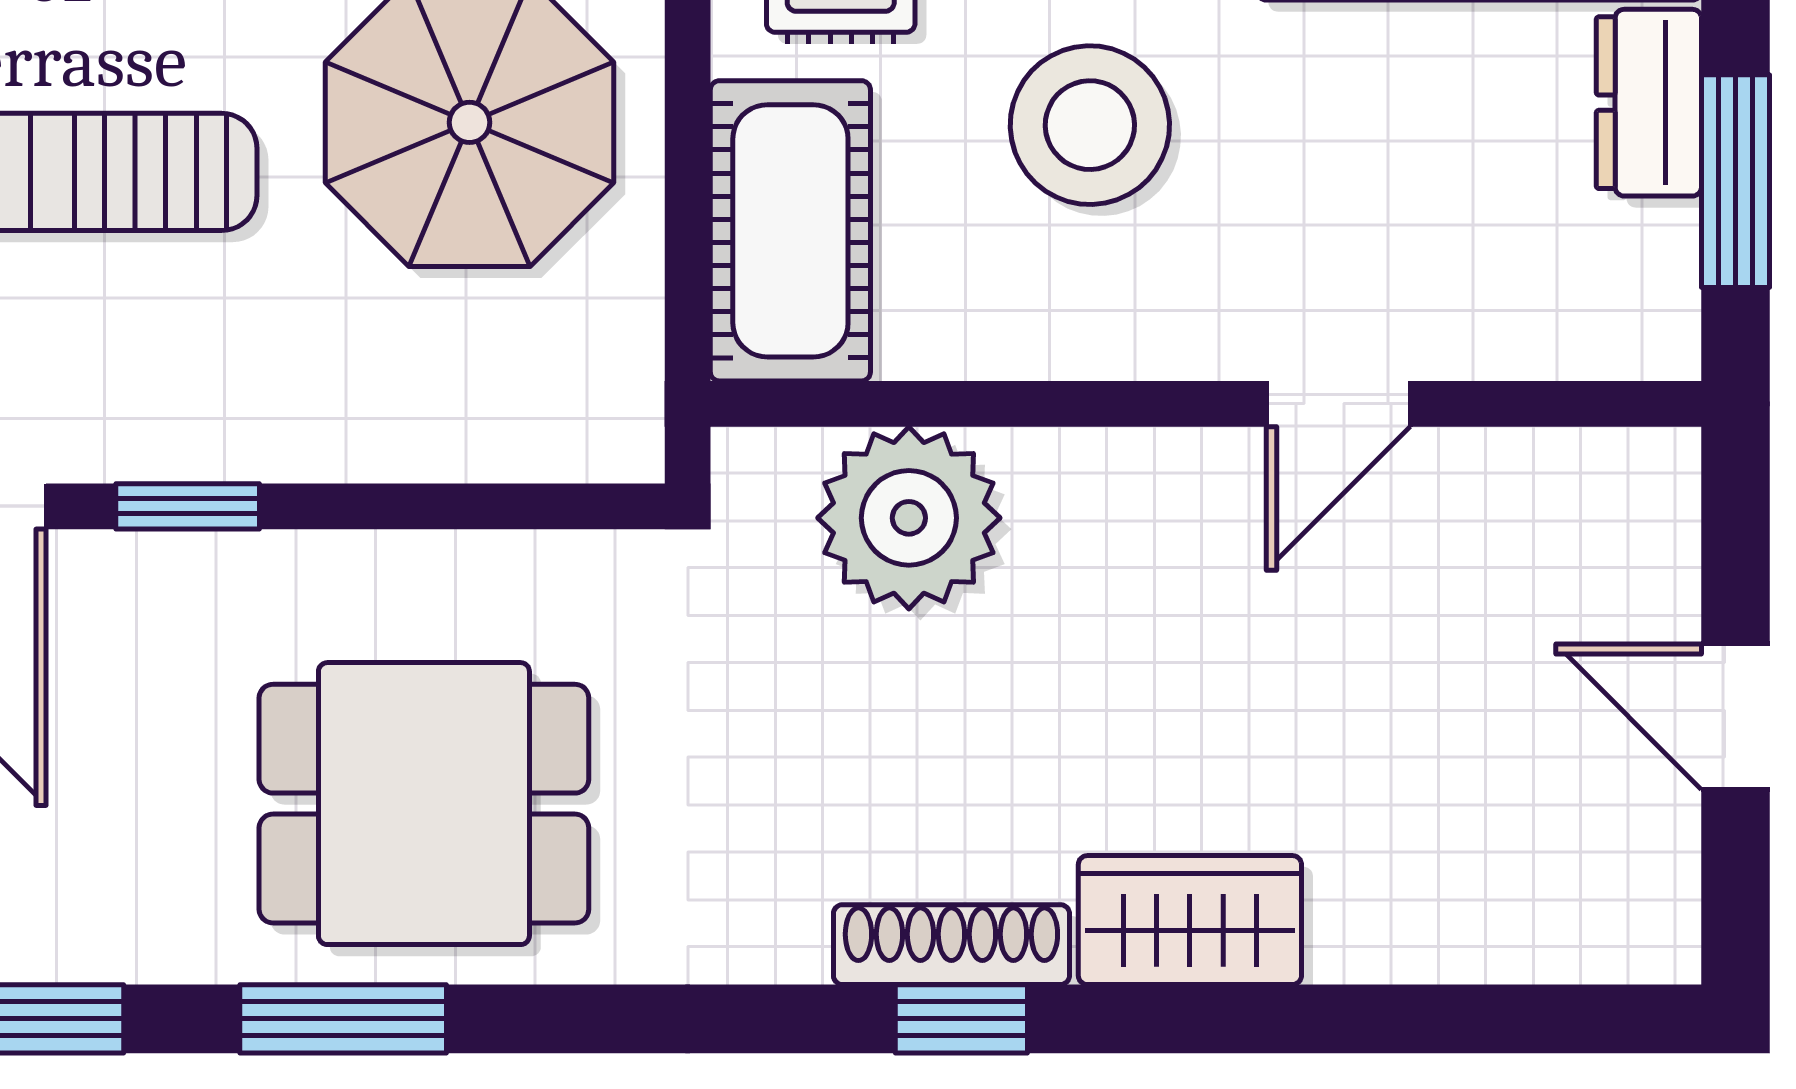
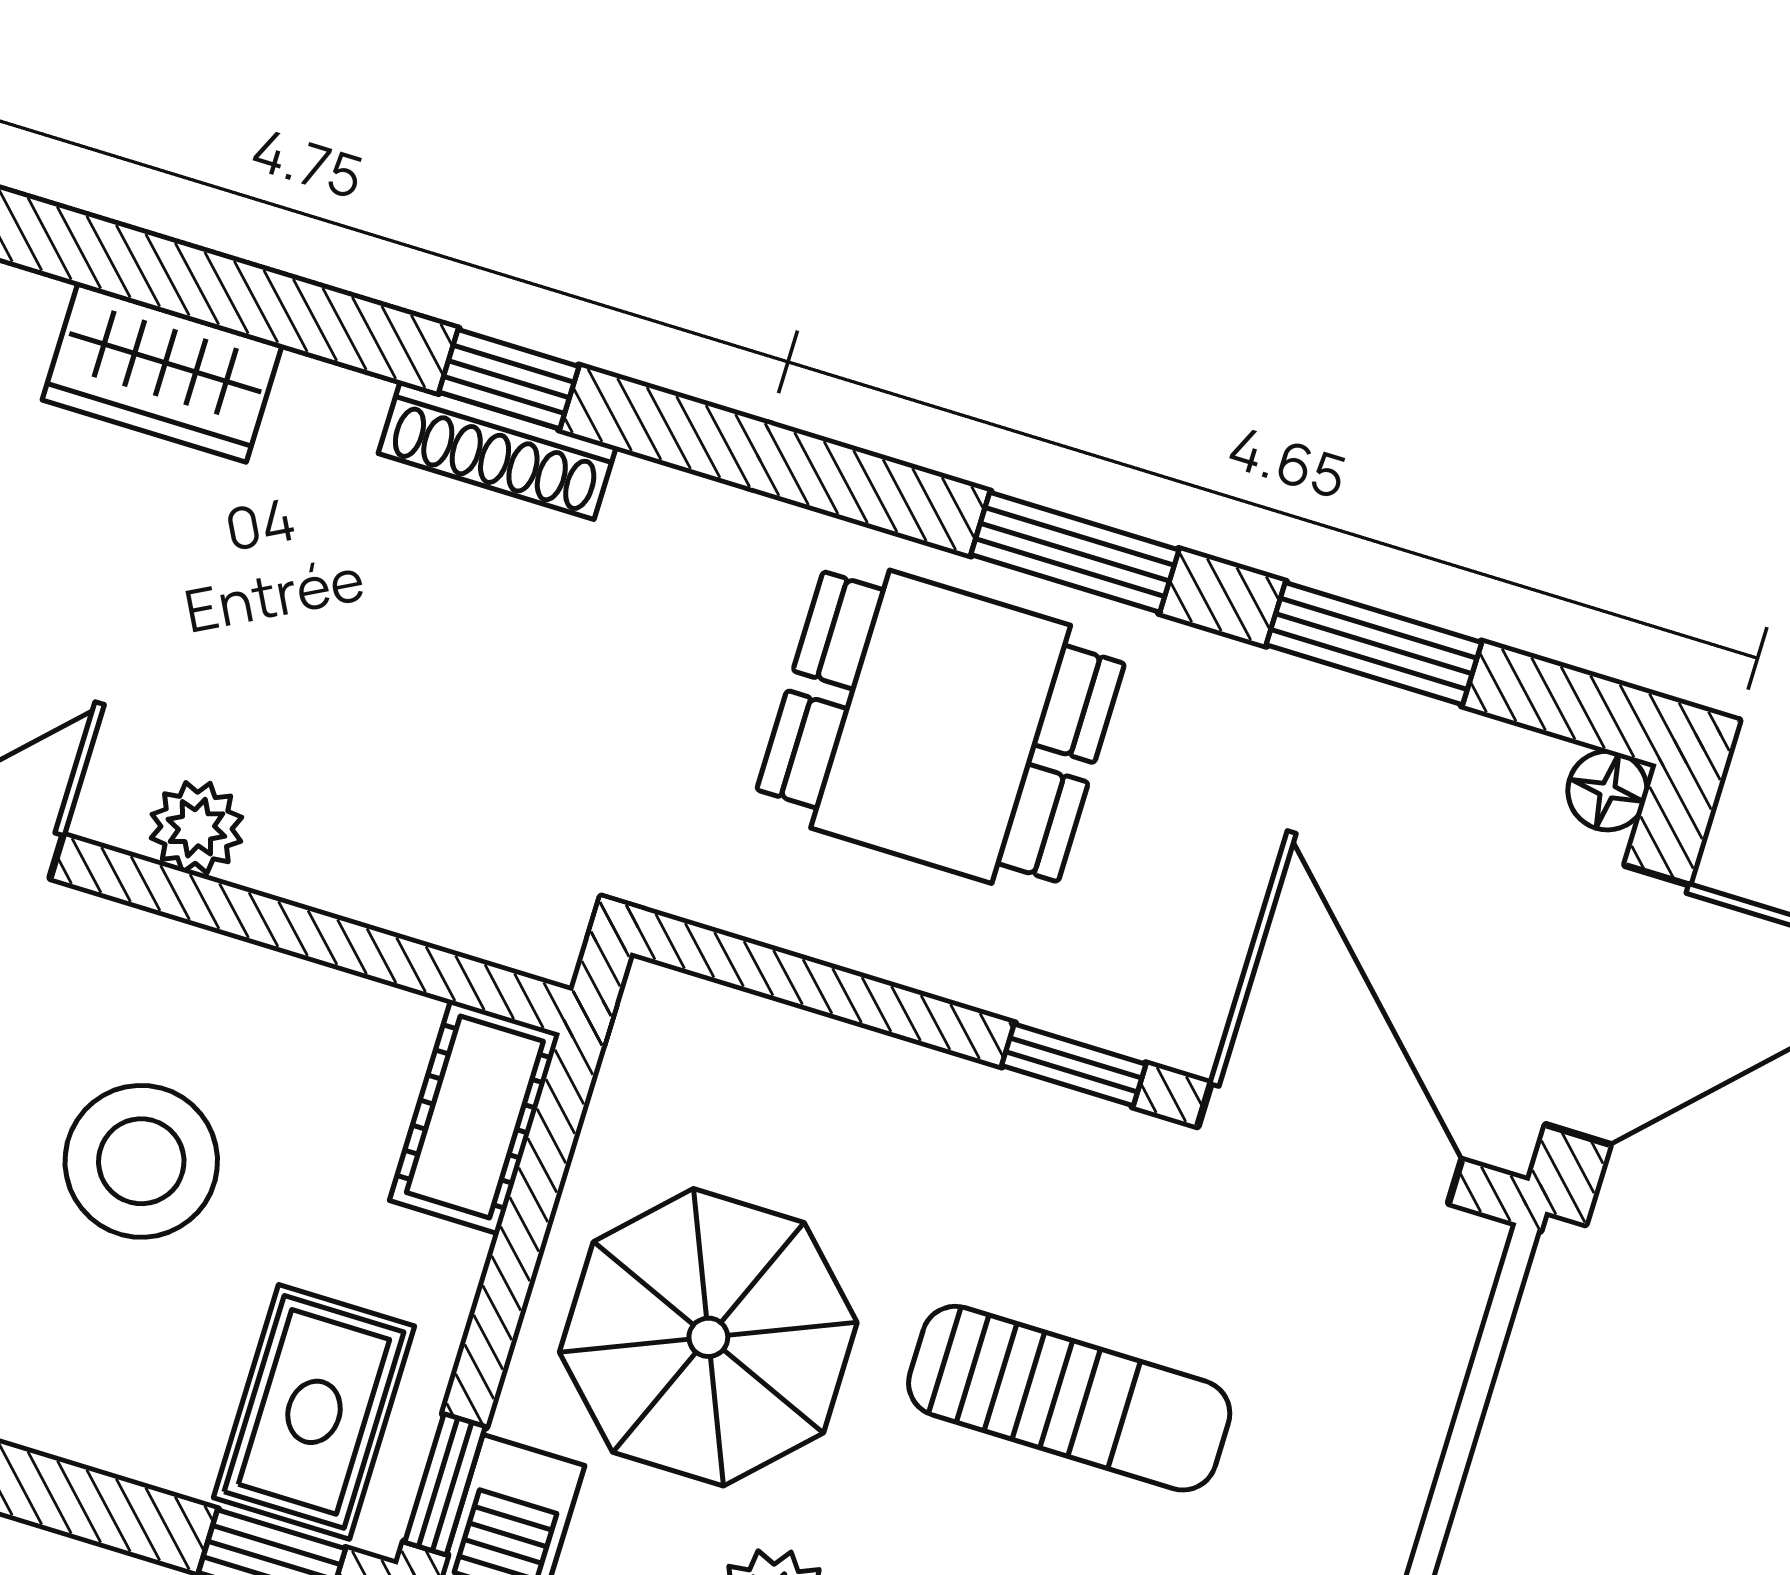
cot: (790, 231) -> (475, 1117), width x0.73, depth x0.75
plant: (909, 518) -> (196, 828), moved, width x0.53, depth x0.53
wardrobe: (1190, 920) -> (162, 372), moved

